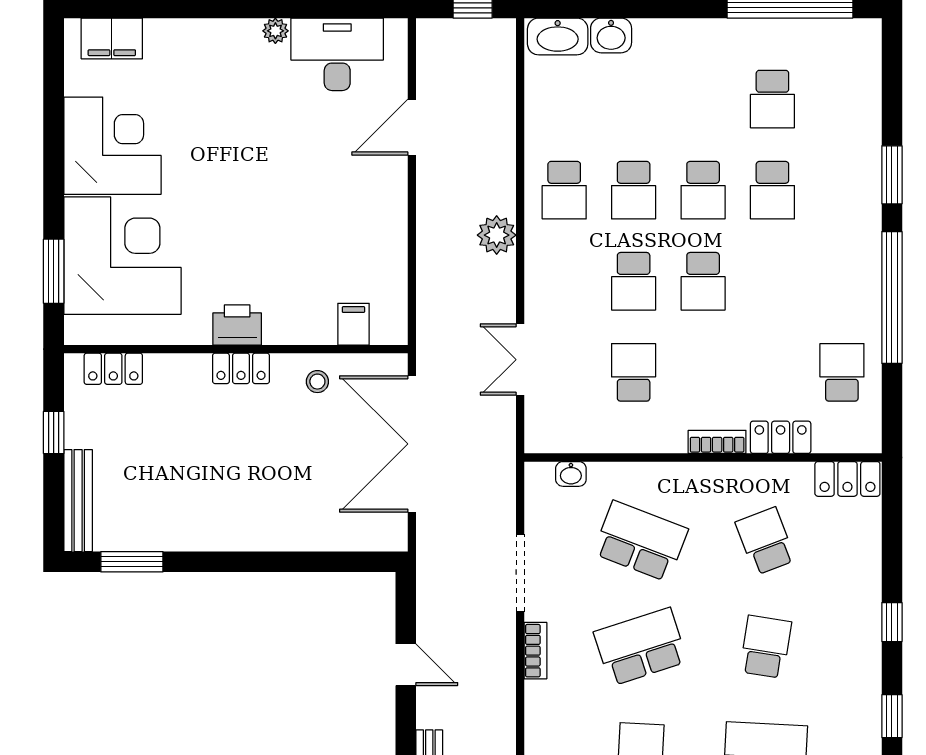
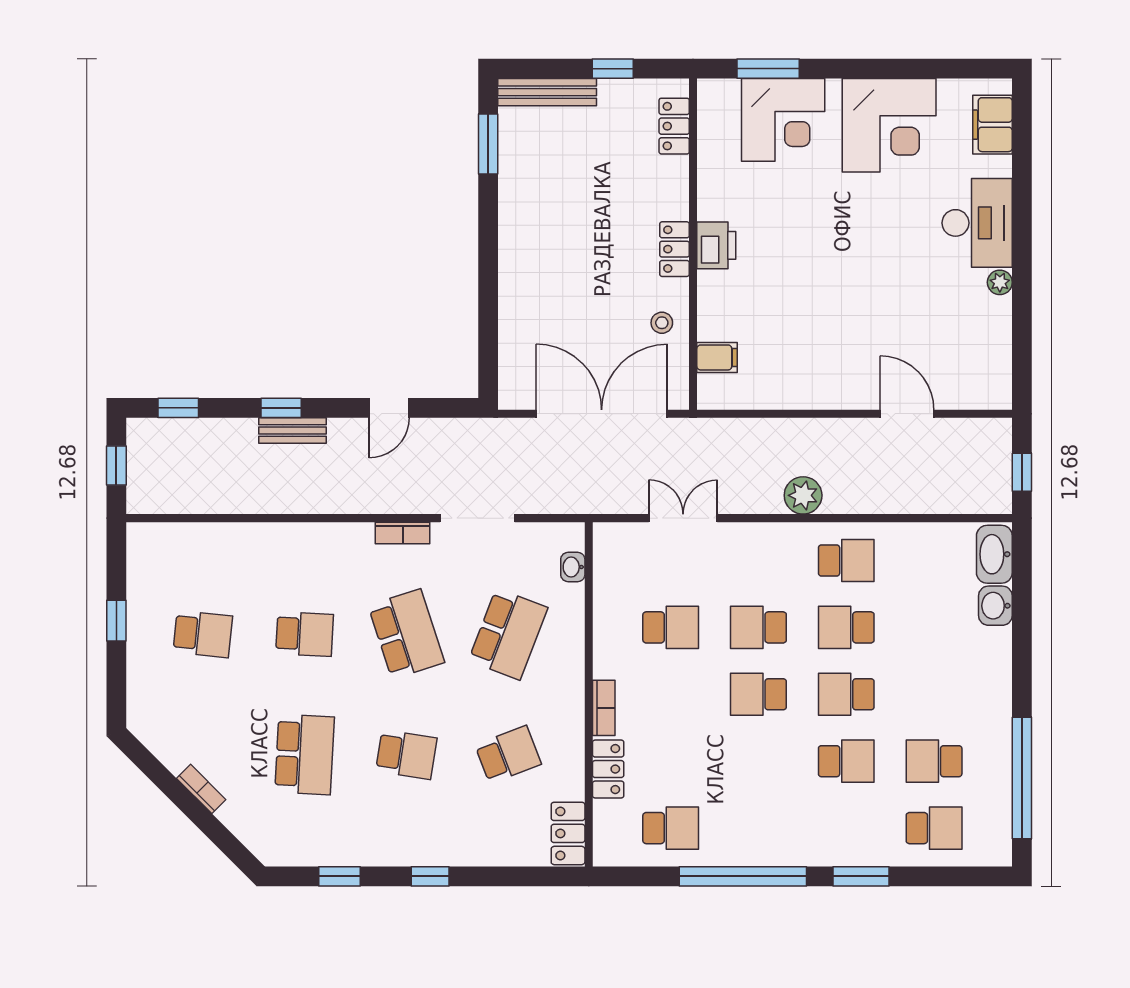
desk: (337, 54) -> (977, 223), moved
school desk: (842, 99) -> (934, 828), added
school desk: (564, 190) -> (846, 560), turned 180
school desk: (772, 190) -> (846, 761), turned 180
corner desk: (122, 256) -> (783, 120), width x0.74, depth x0.74

